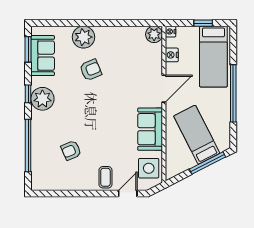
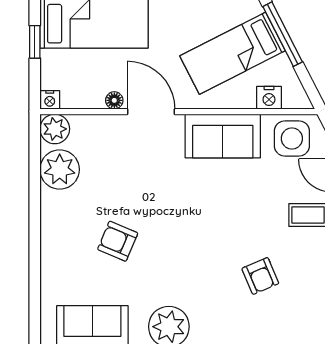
plant: (84, 37) -> (60, 170), moved
nightstand: (172, 55) -> (269, 98), moved
floor lamp: (170, 68) -> (114, 100), added
armchair: (91, 70) -> (118, 241), turned -44

